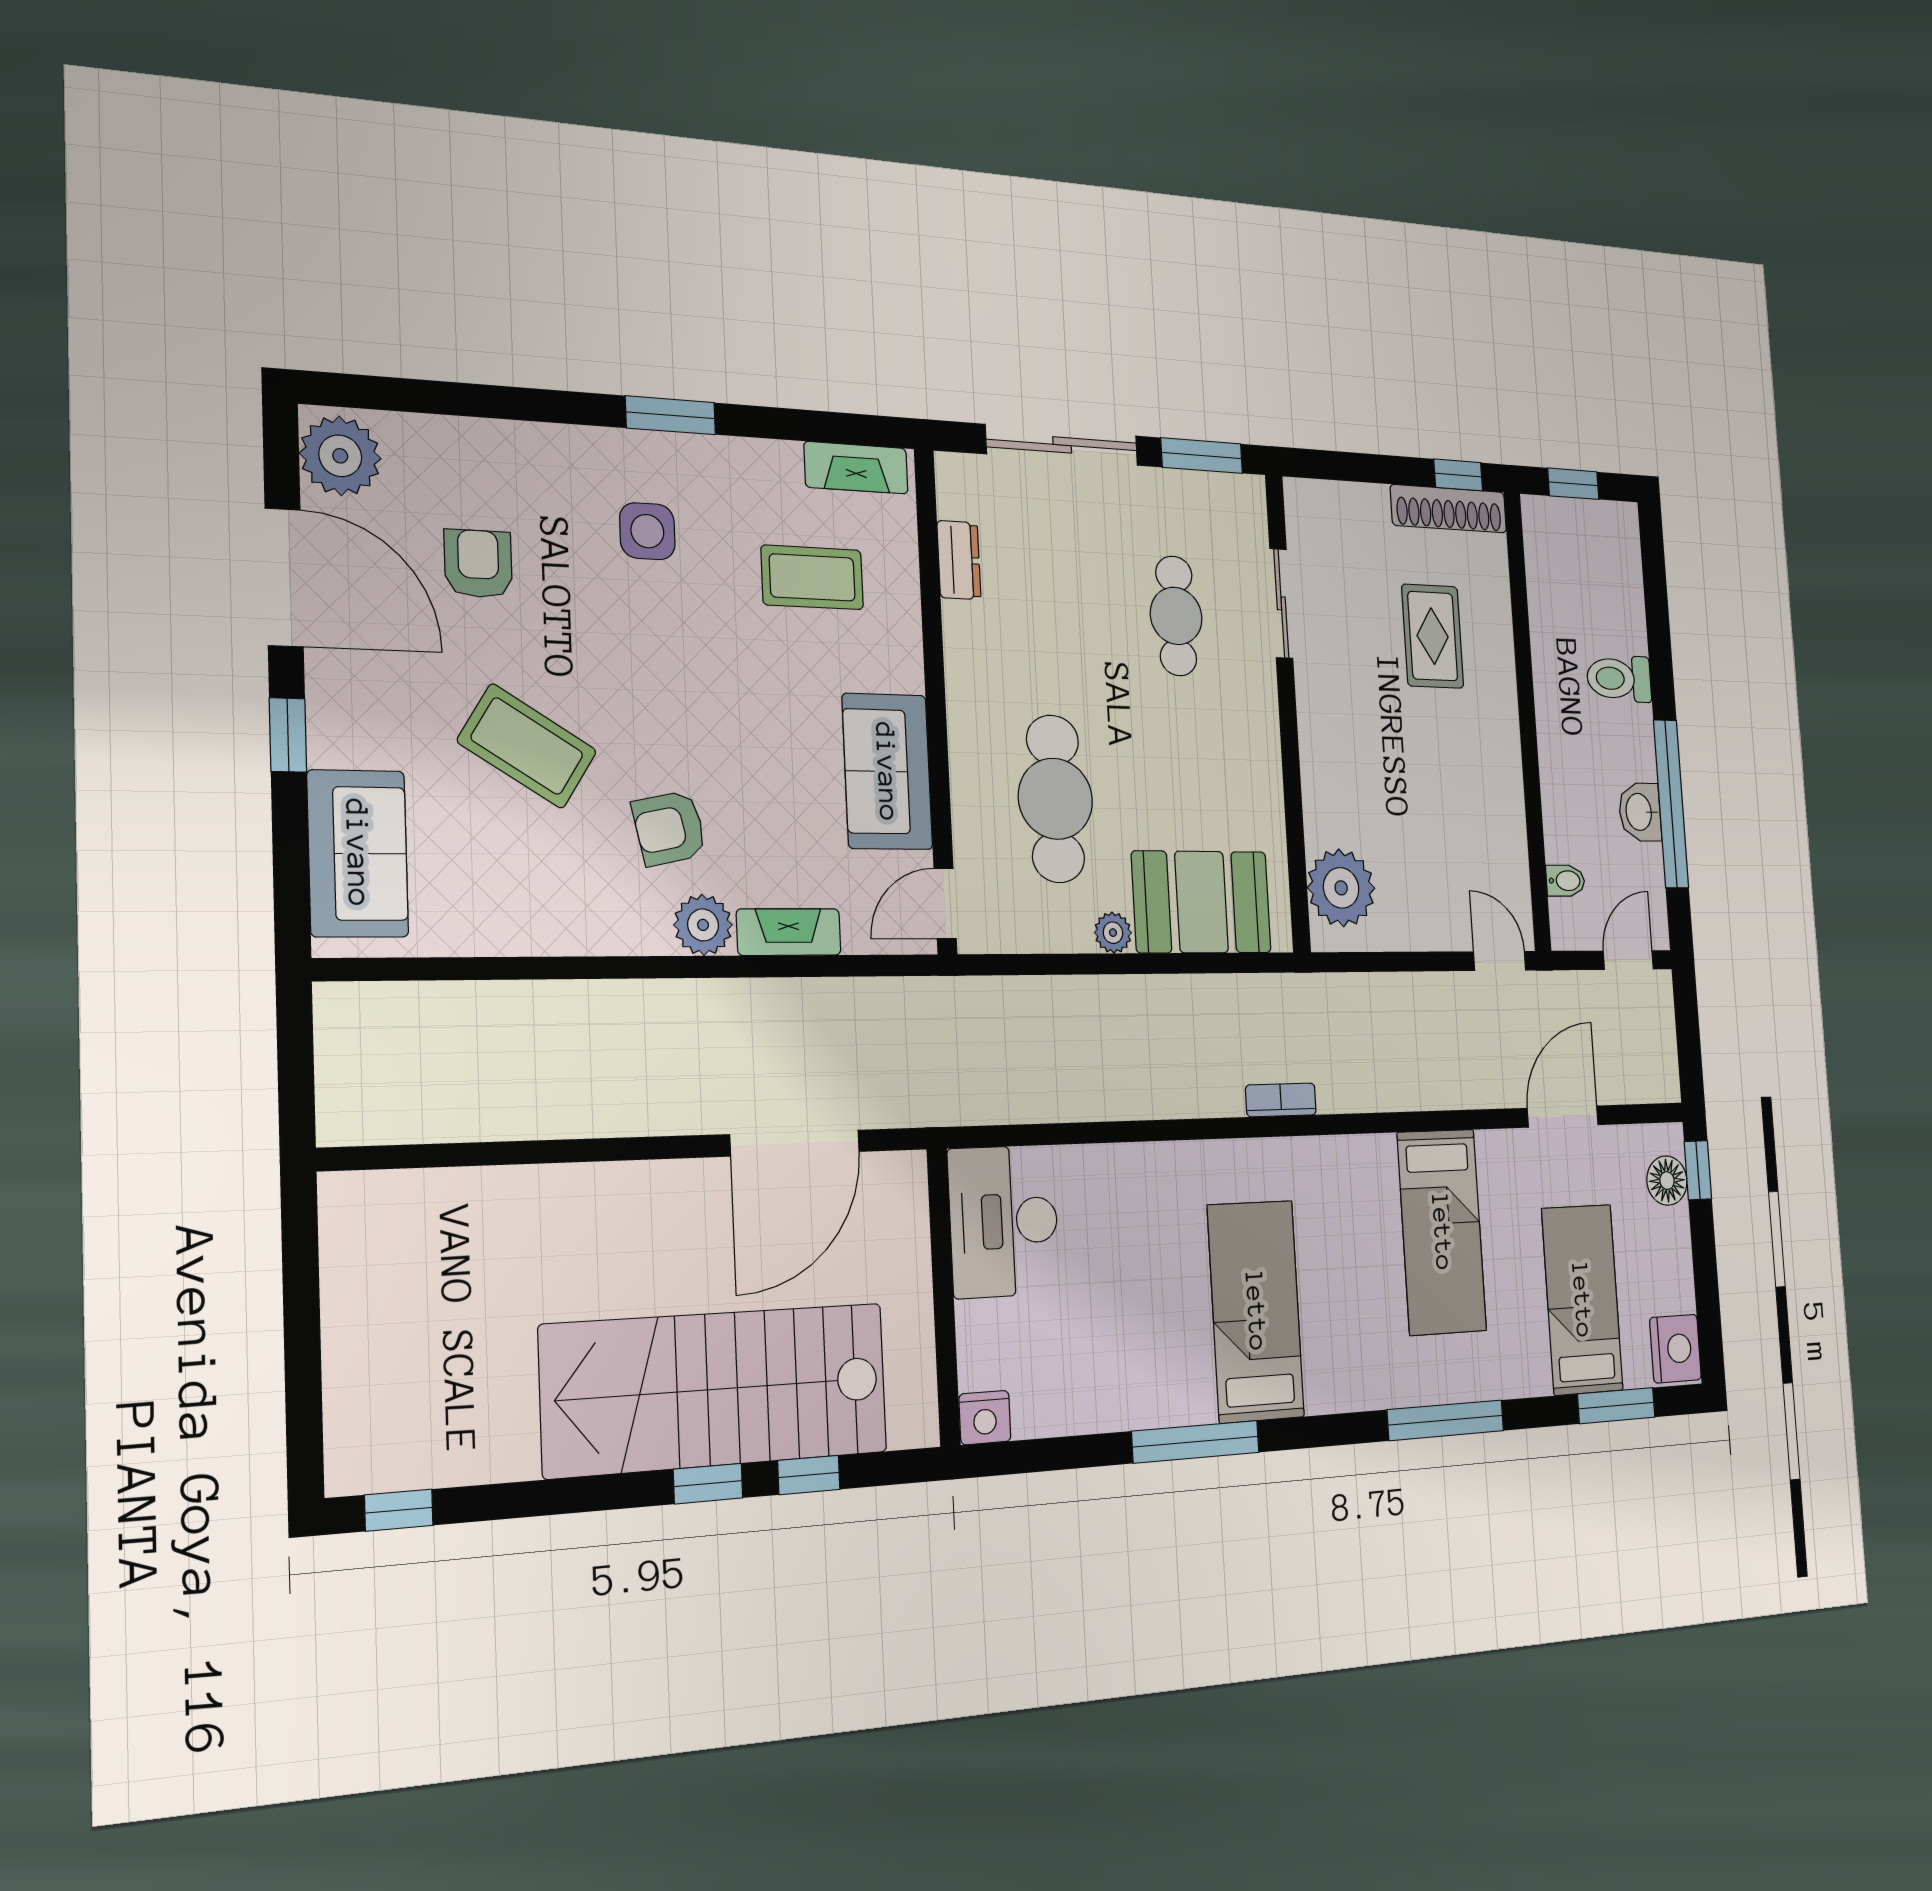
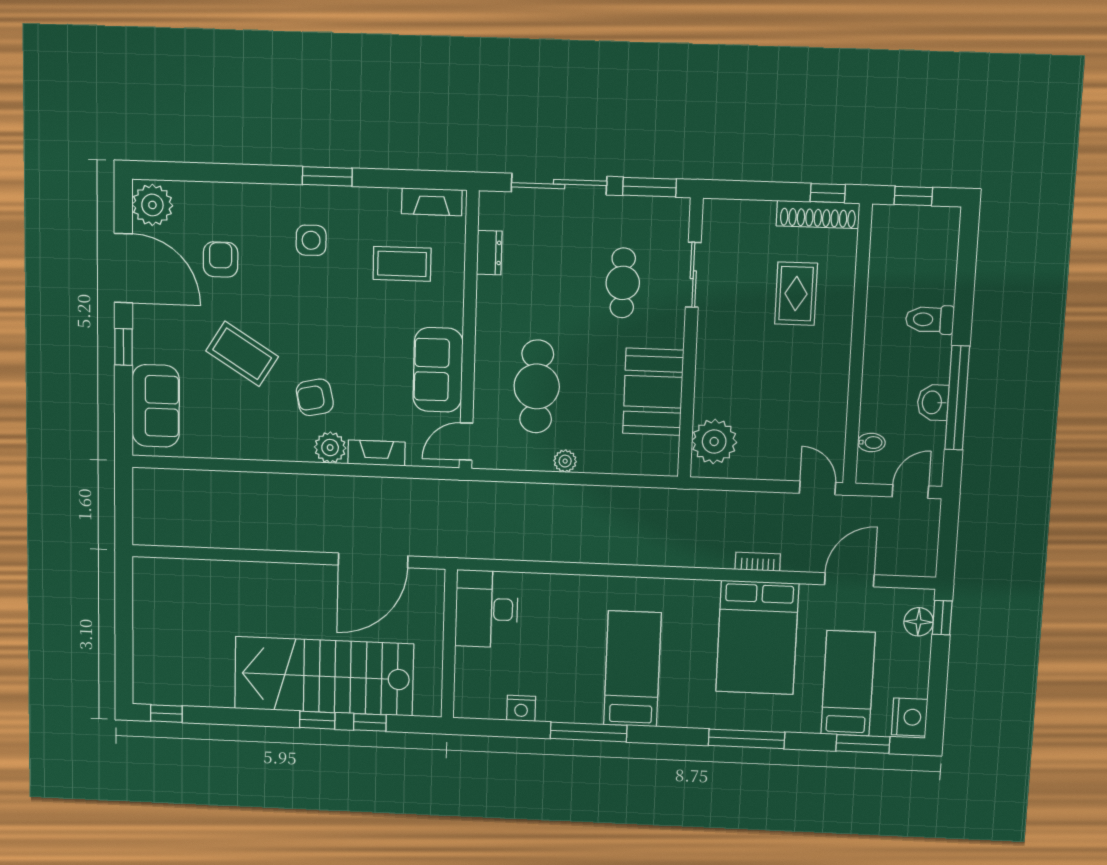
booth: (1202, 902) -> (653, 392), moved, turned 90
bookcase: (1281, 1100) -> (758, 562), moved
bed: (1442, 1232) -> (757, 638), width x1.50
nightstand: (985, 1418) -> (521, 708), moved

